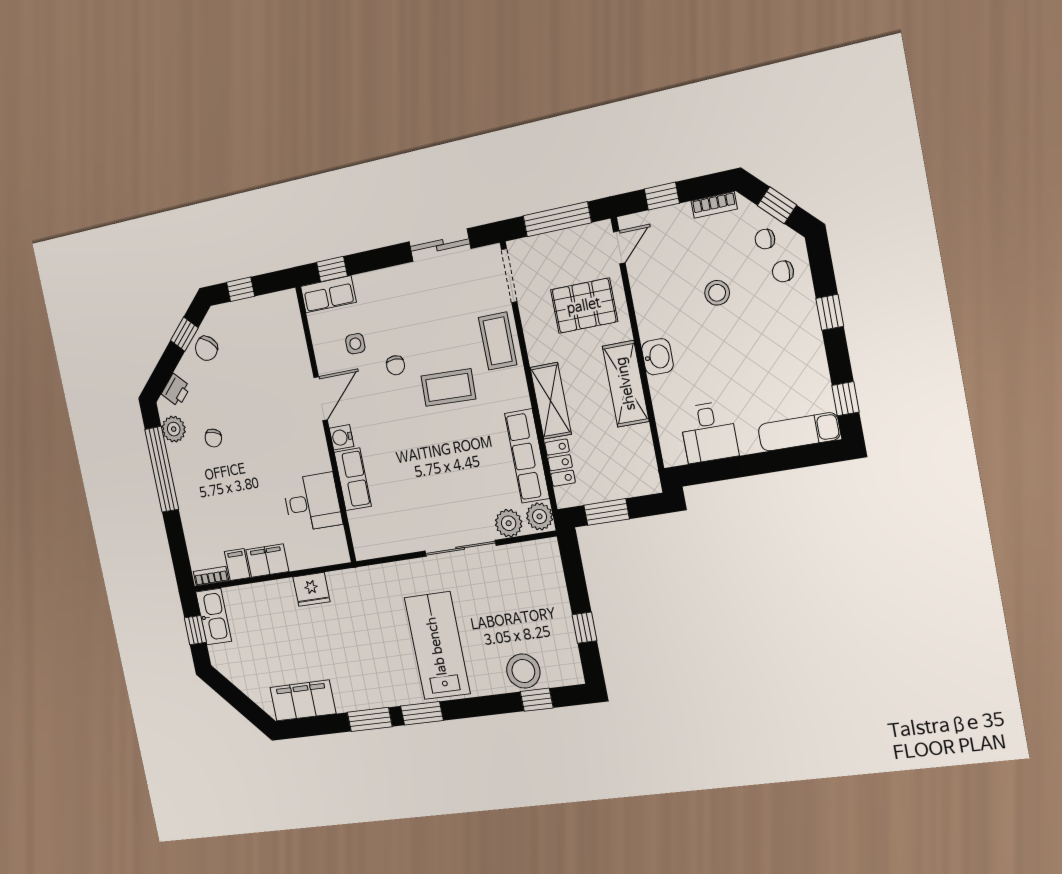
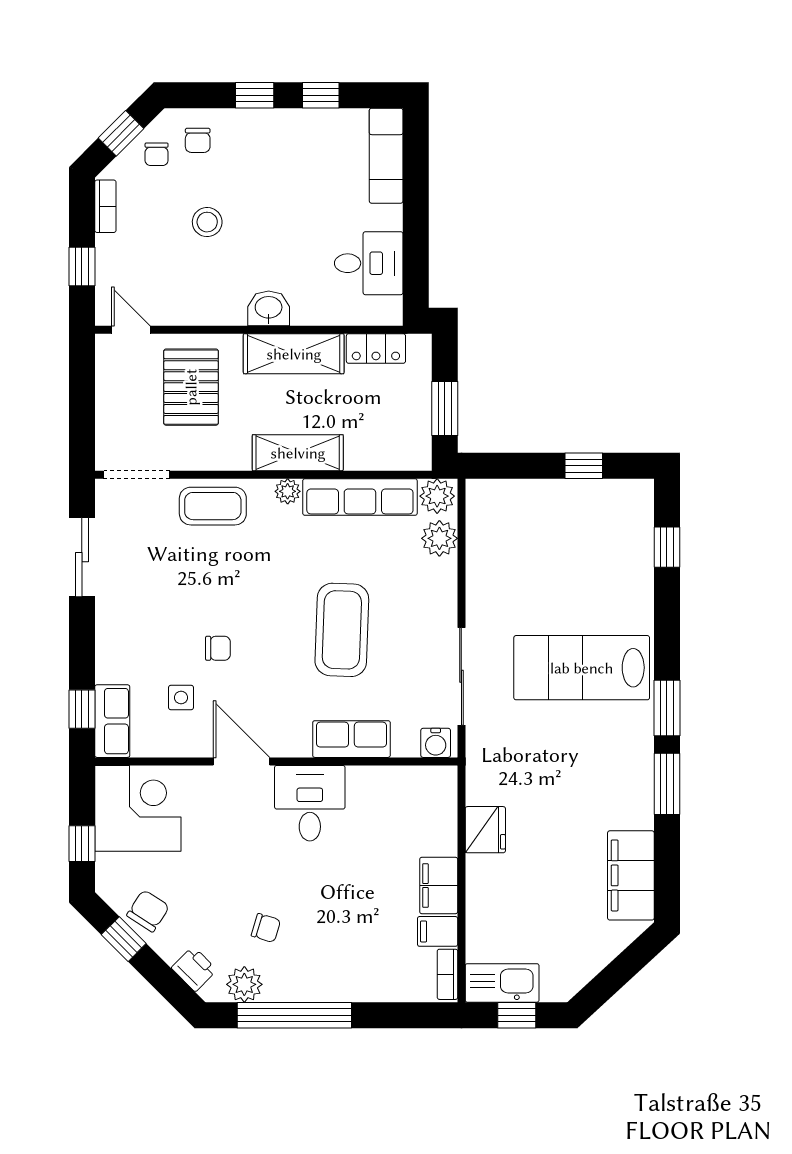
window: (557, 219) -> (82, 400), removed
corner desk: (273, 326) -> (138, 808), added
chair: (206, 348) -> (148, 911), turned -96
coffee table: (448, 387) -> (342, 630), moved, width x1.36, depth x1.32
plant: (520, 398) -> (288, 491), added
window: (845, 399) -> (321, 95), moved
water cooler: (342, 437) -> (436, 743), moved
locker: (560, 463) -> (376, 348), moved, turned 180
desk: (312, 502) -> (310, 803), moved
sliding door: (460, 548) -> (461, 676), moved
stool: (523, 671) -> (628, 557), removed

